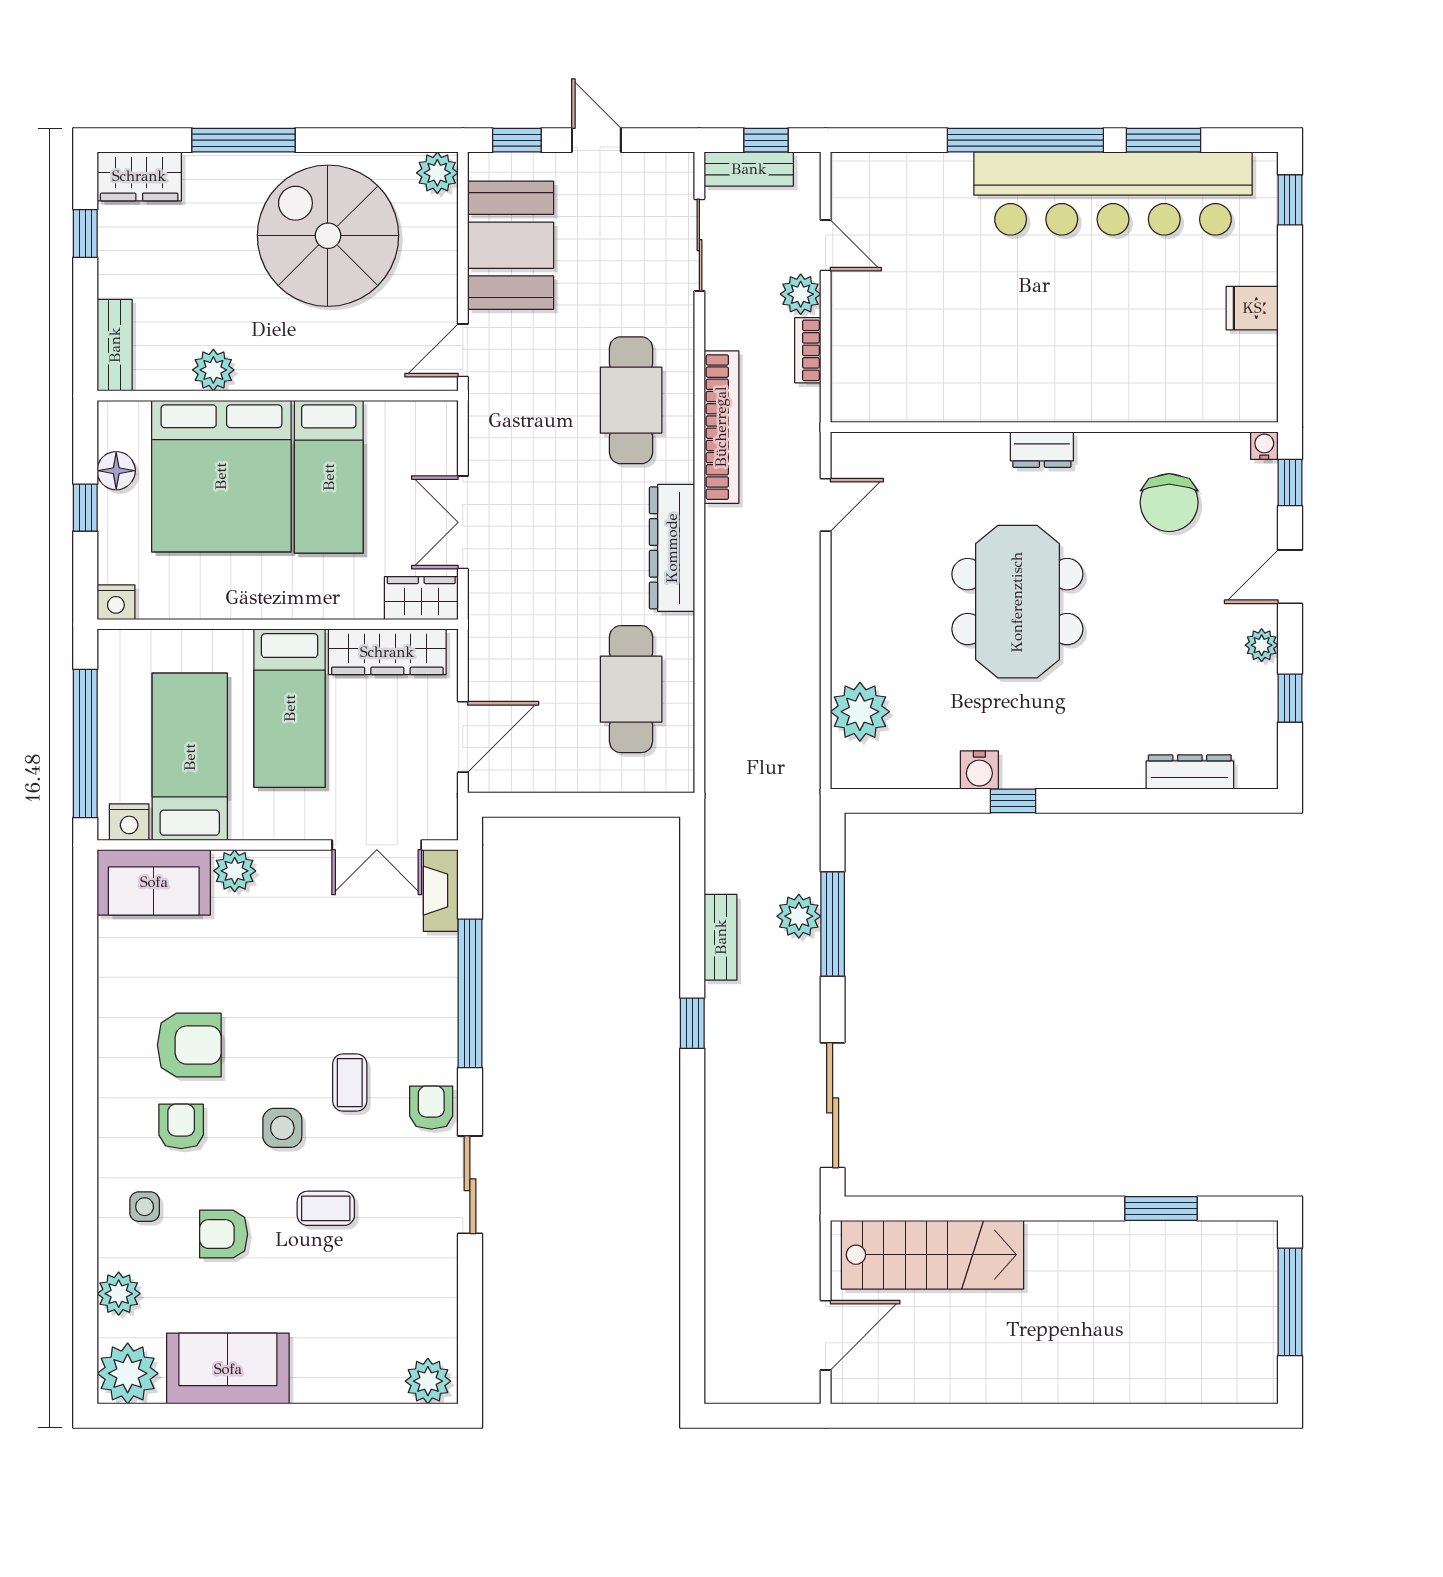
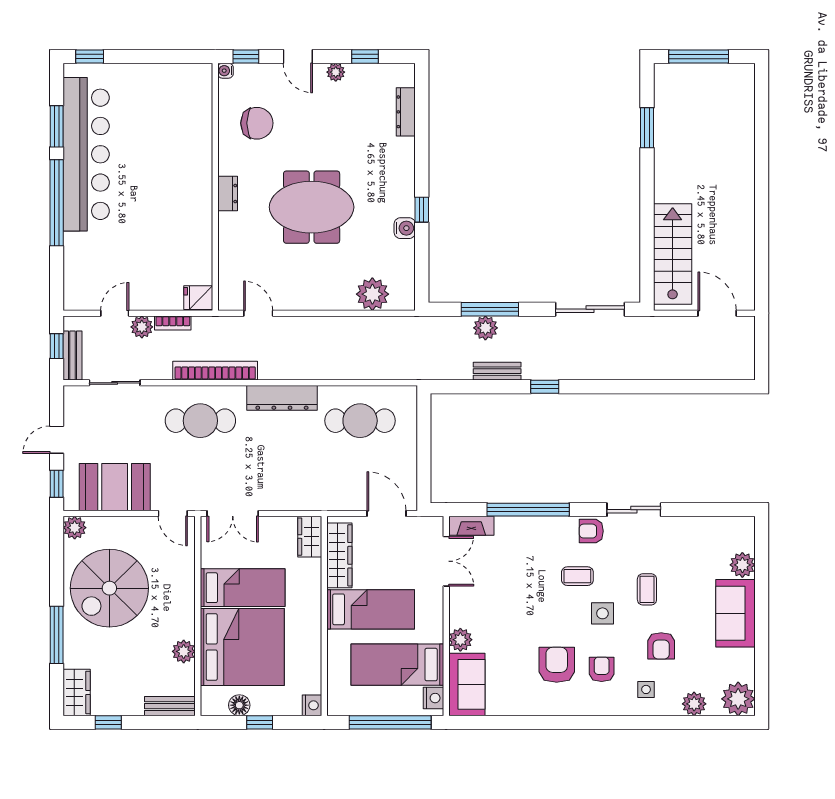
fridge: (1252, 308) -> (198, 298), moved, turned 90
double door: (463, 522) -> (233, 514), moved
armchair: (181, 1126) -> (602, 669), turned 90
sofa: (228, 1369) -> (735, 613), moved
plant: (428, 1381) -> (742, 565), moved

